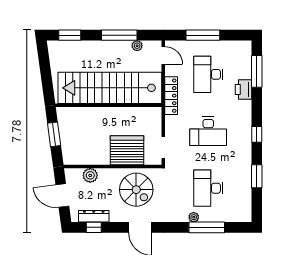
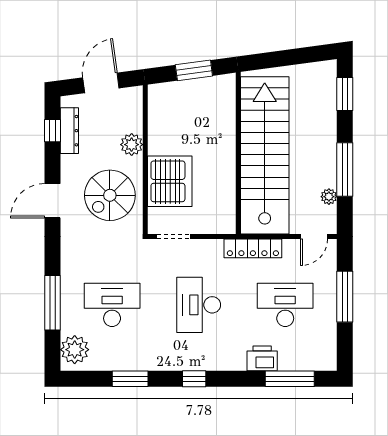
plant: (90, 175) -> (132, 145), moved
plant: (194, 217) -> (75, 350), moved, width x1.87, depth x1.87

